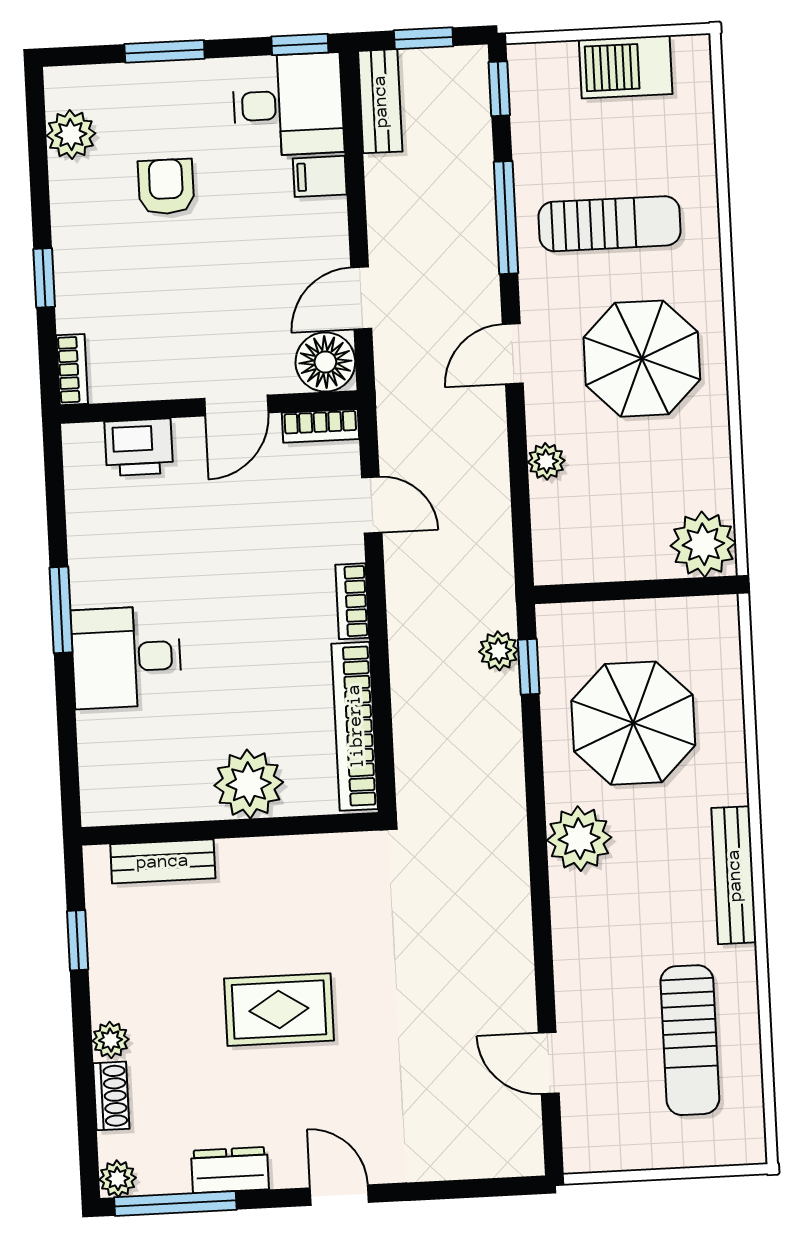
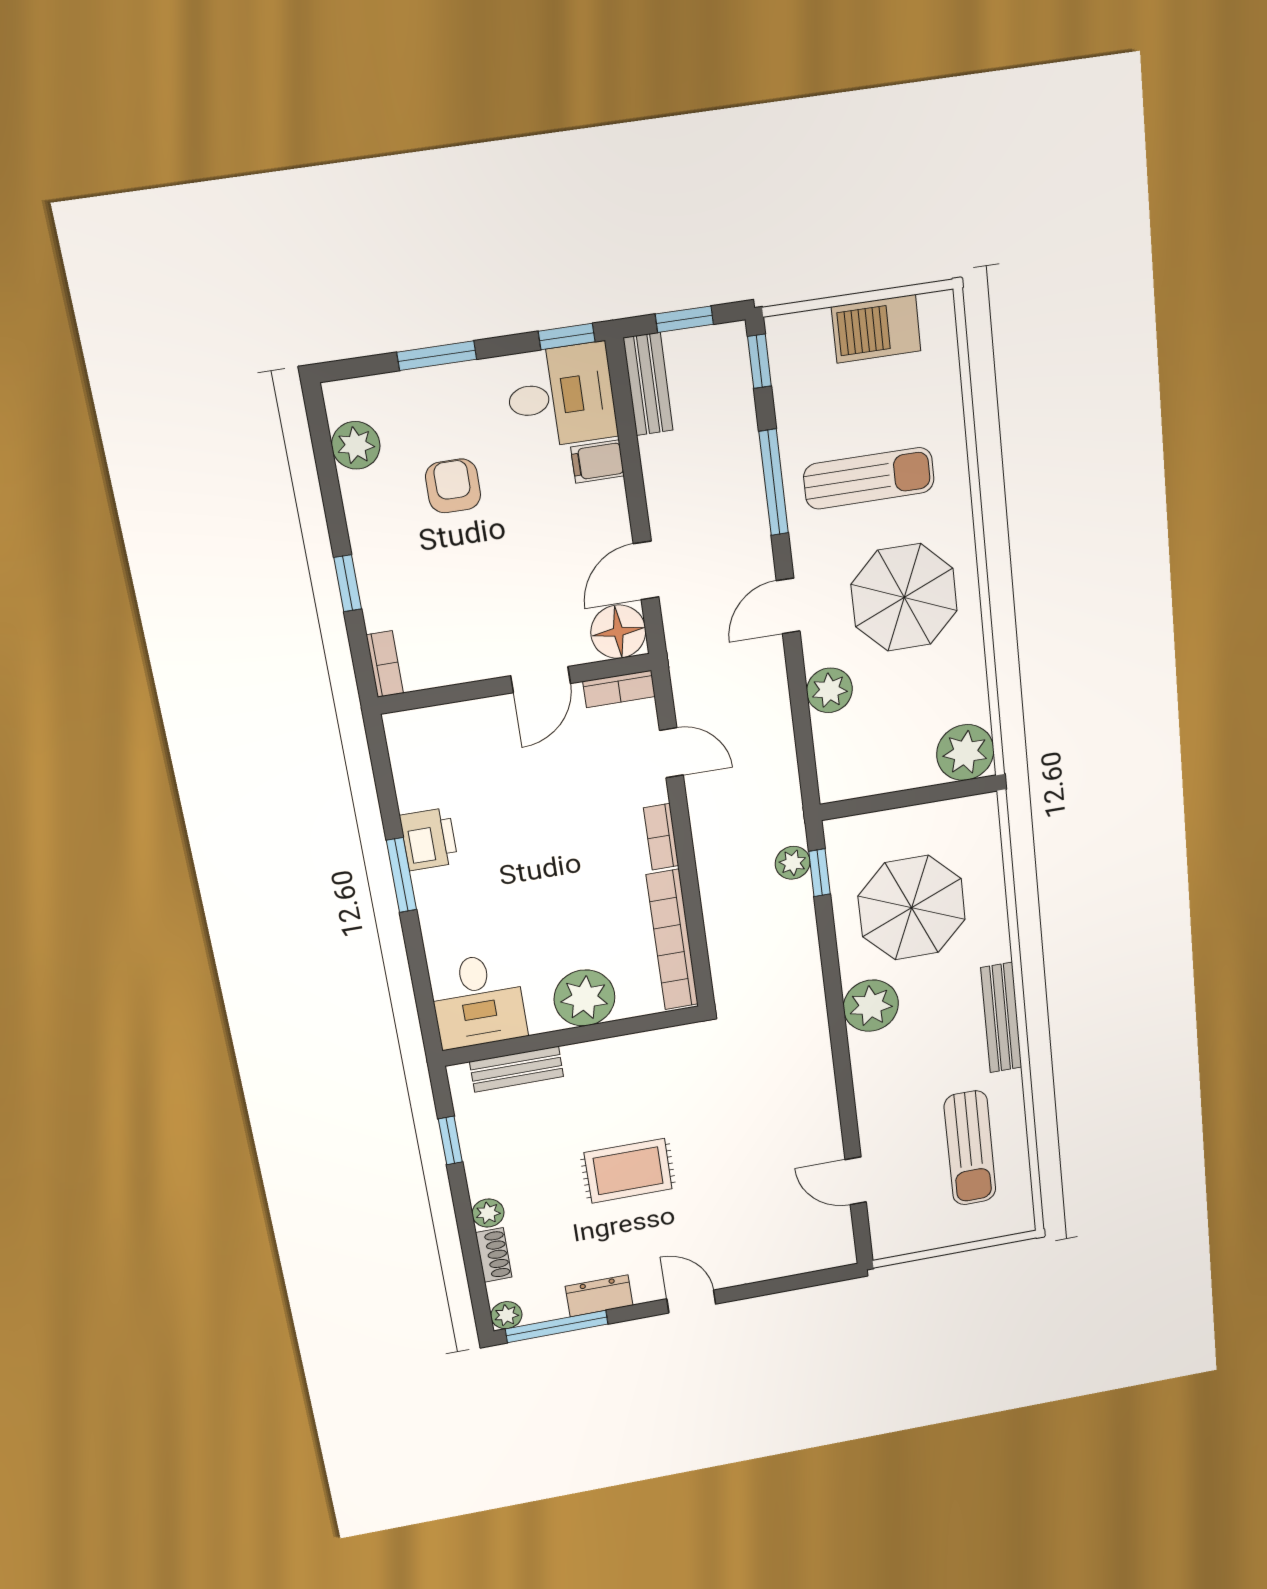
printer: (139, 447) -> (429, 839), moved, turned -90
plant: (546, 461) -> (829, 690), width x1.38, depth x1.38
desk: (126, 657) -> (478, 1001), moved, turned -90

